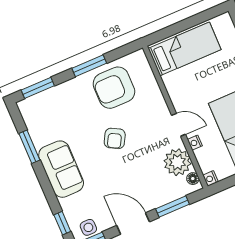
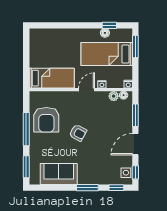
bed: (185, 49) -> (52, 78), moved, turned 90
window: (89, 66) -> (26, 129), width x1.44
window: (29, 147) -> (87, 188), moved
plant: (177, 162) -> (114, 96), width x0.53, depth x0.53
sofa: (61, 169) -> (59, 174), moved

